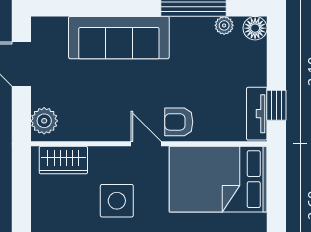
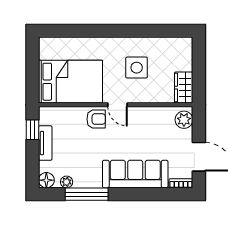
bookcase: (49, 23) -> (181, 183), added
tv unit: (257, 114) -> (45, 143), moved
wardrobe: (63, 160) -> (184, 88), moved, turned -90

